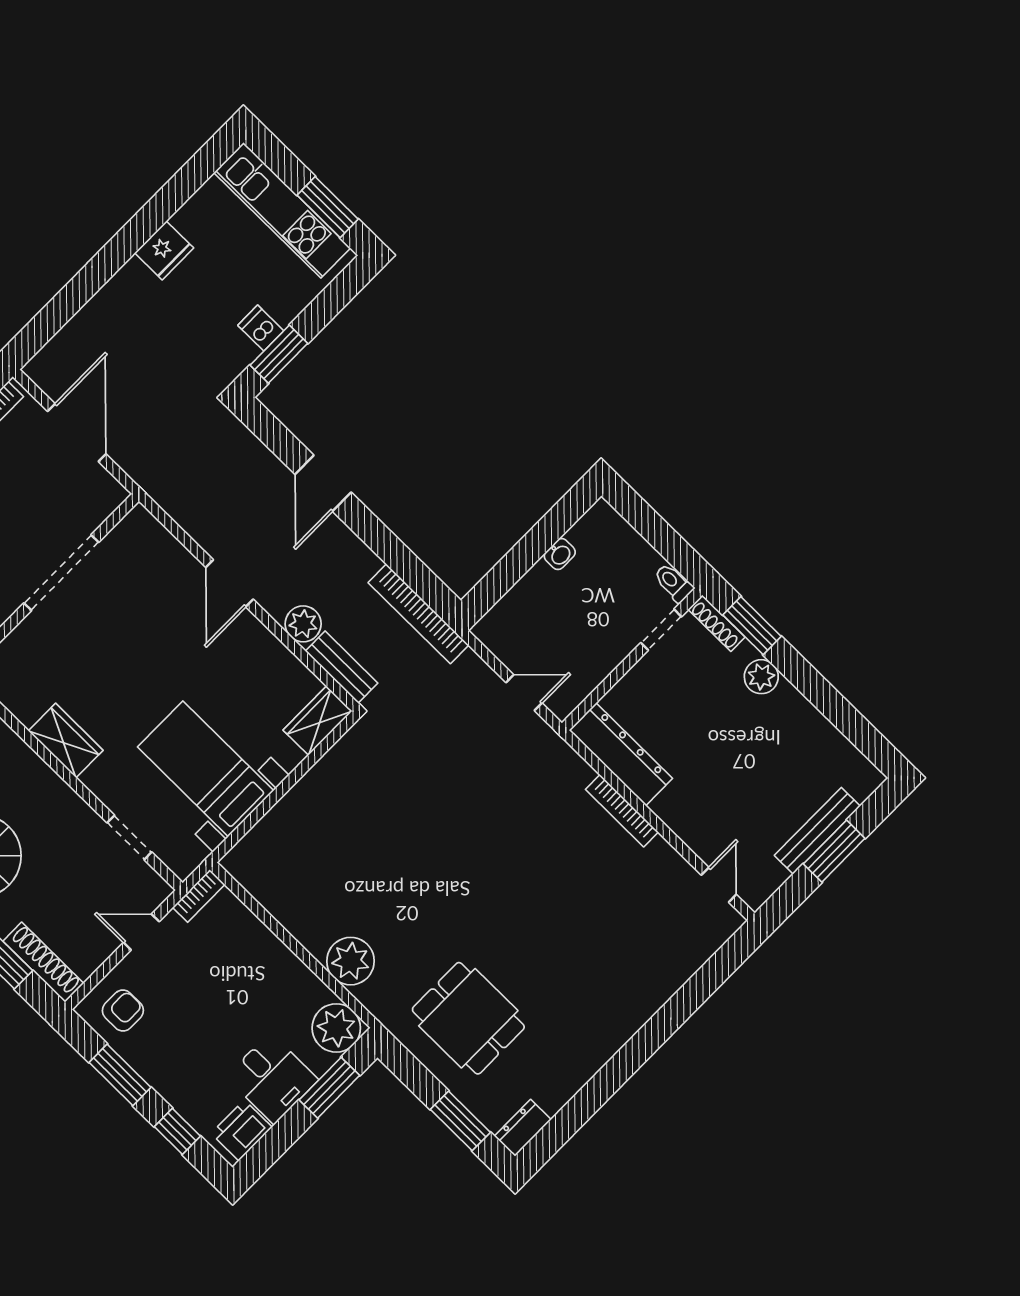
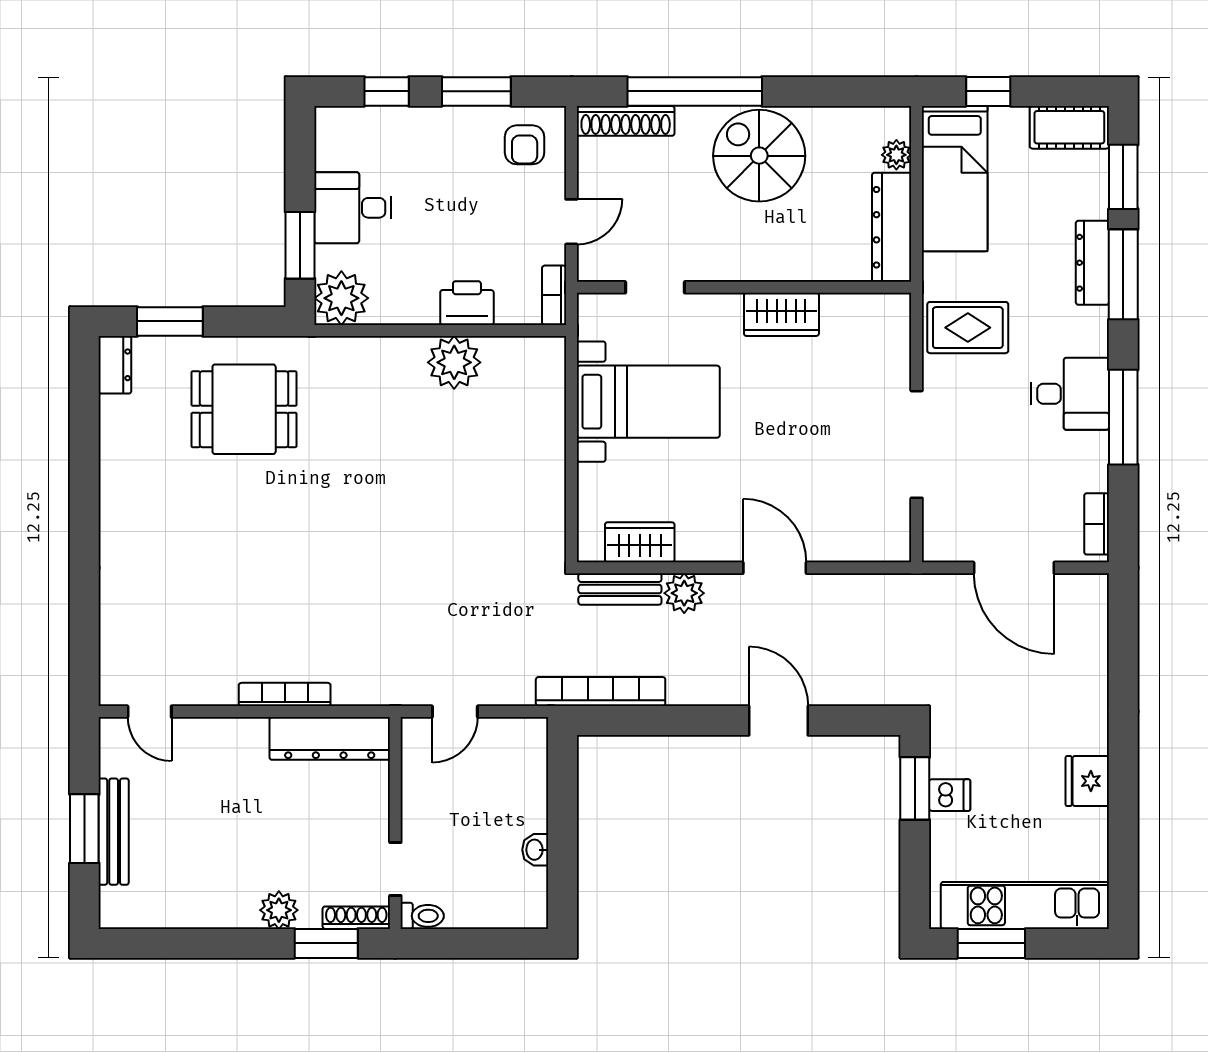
wardrobe: (318, 721) -> (640, 542), moved, turned -90
plant: (351, 961) -> (454, 362), moved
printer: (242, 1130) -> (467, 303), moved, turned -90

